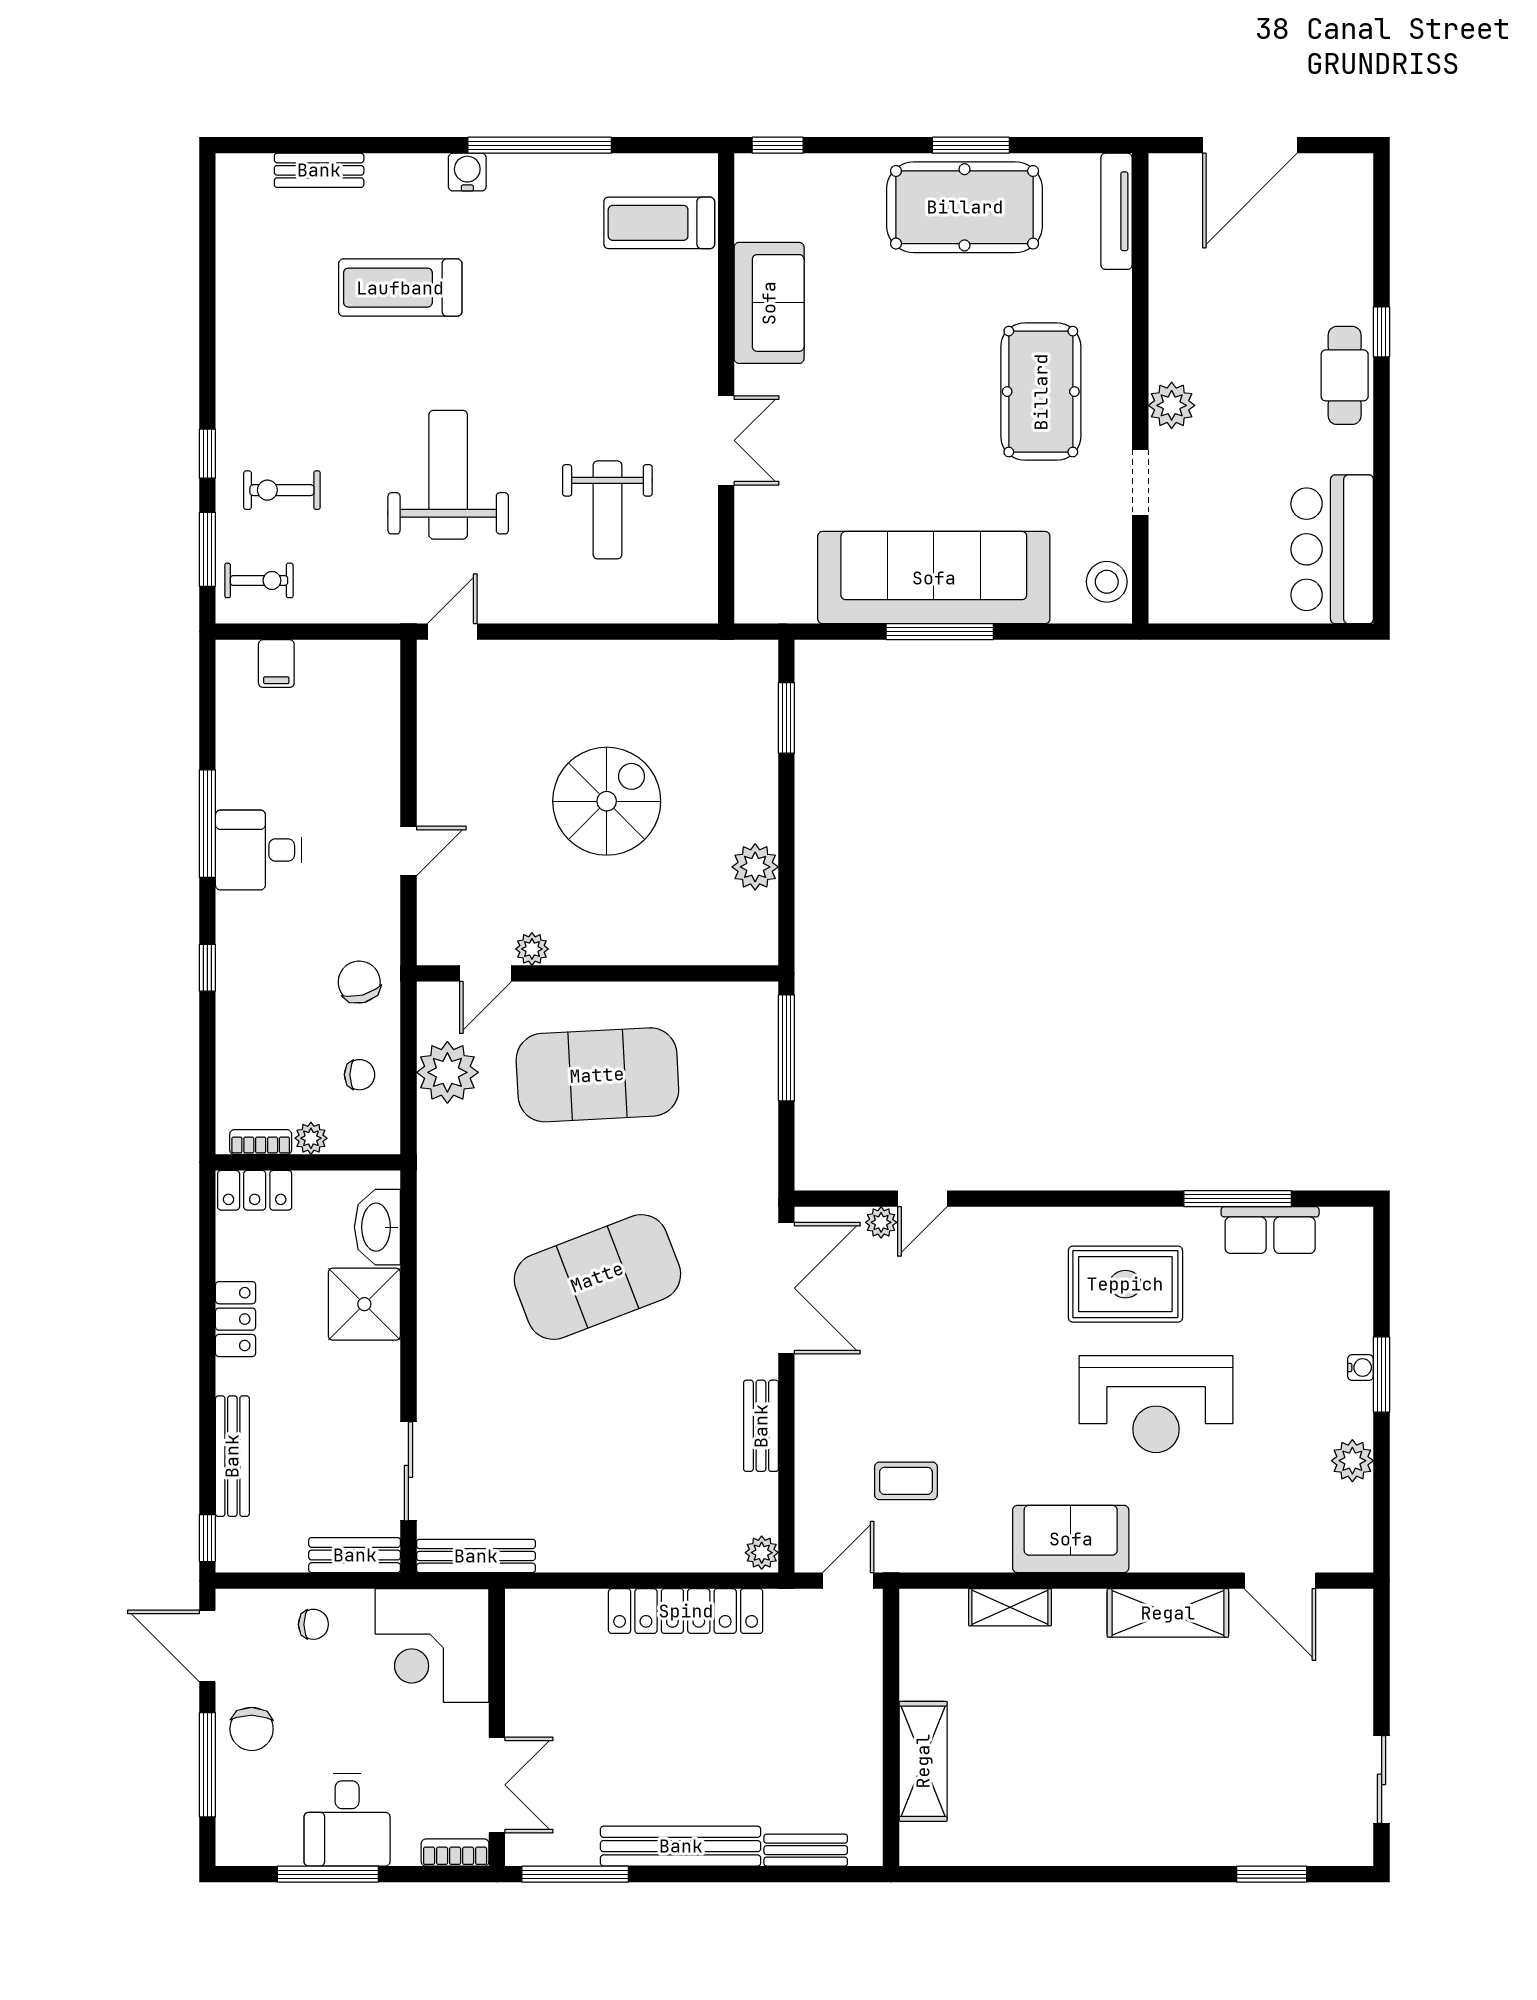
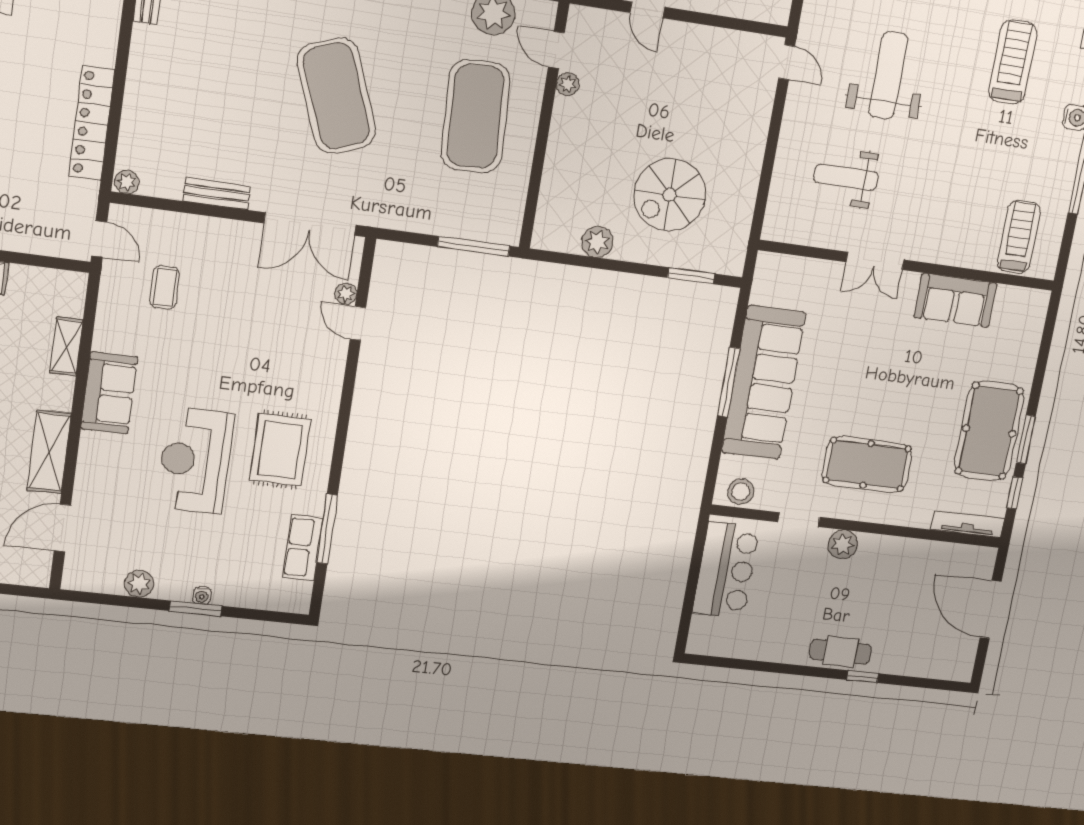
window: (778, 145) -> (1015, 493), moved
weight bench: (448, 475) -> (888, 75), turned -90
bar counter: (1332, 549) -> (726, 570), moved, turned 90
spiral stairs: (607, 801) -> (670, 195), moved, turned 90

